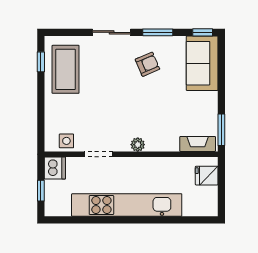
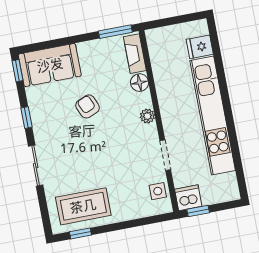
window: (158, 32) -> (26, 118), width x0.67
armchair: (147, 64) -> (88, 106), moved
floor lamp: (170, 143) -> (140, 83), added
fridge: (207, 176) -> (200, 47), moved, turned 90
window: (41, 191) -> (198, 211), moved

